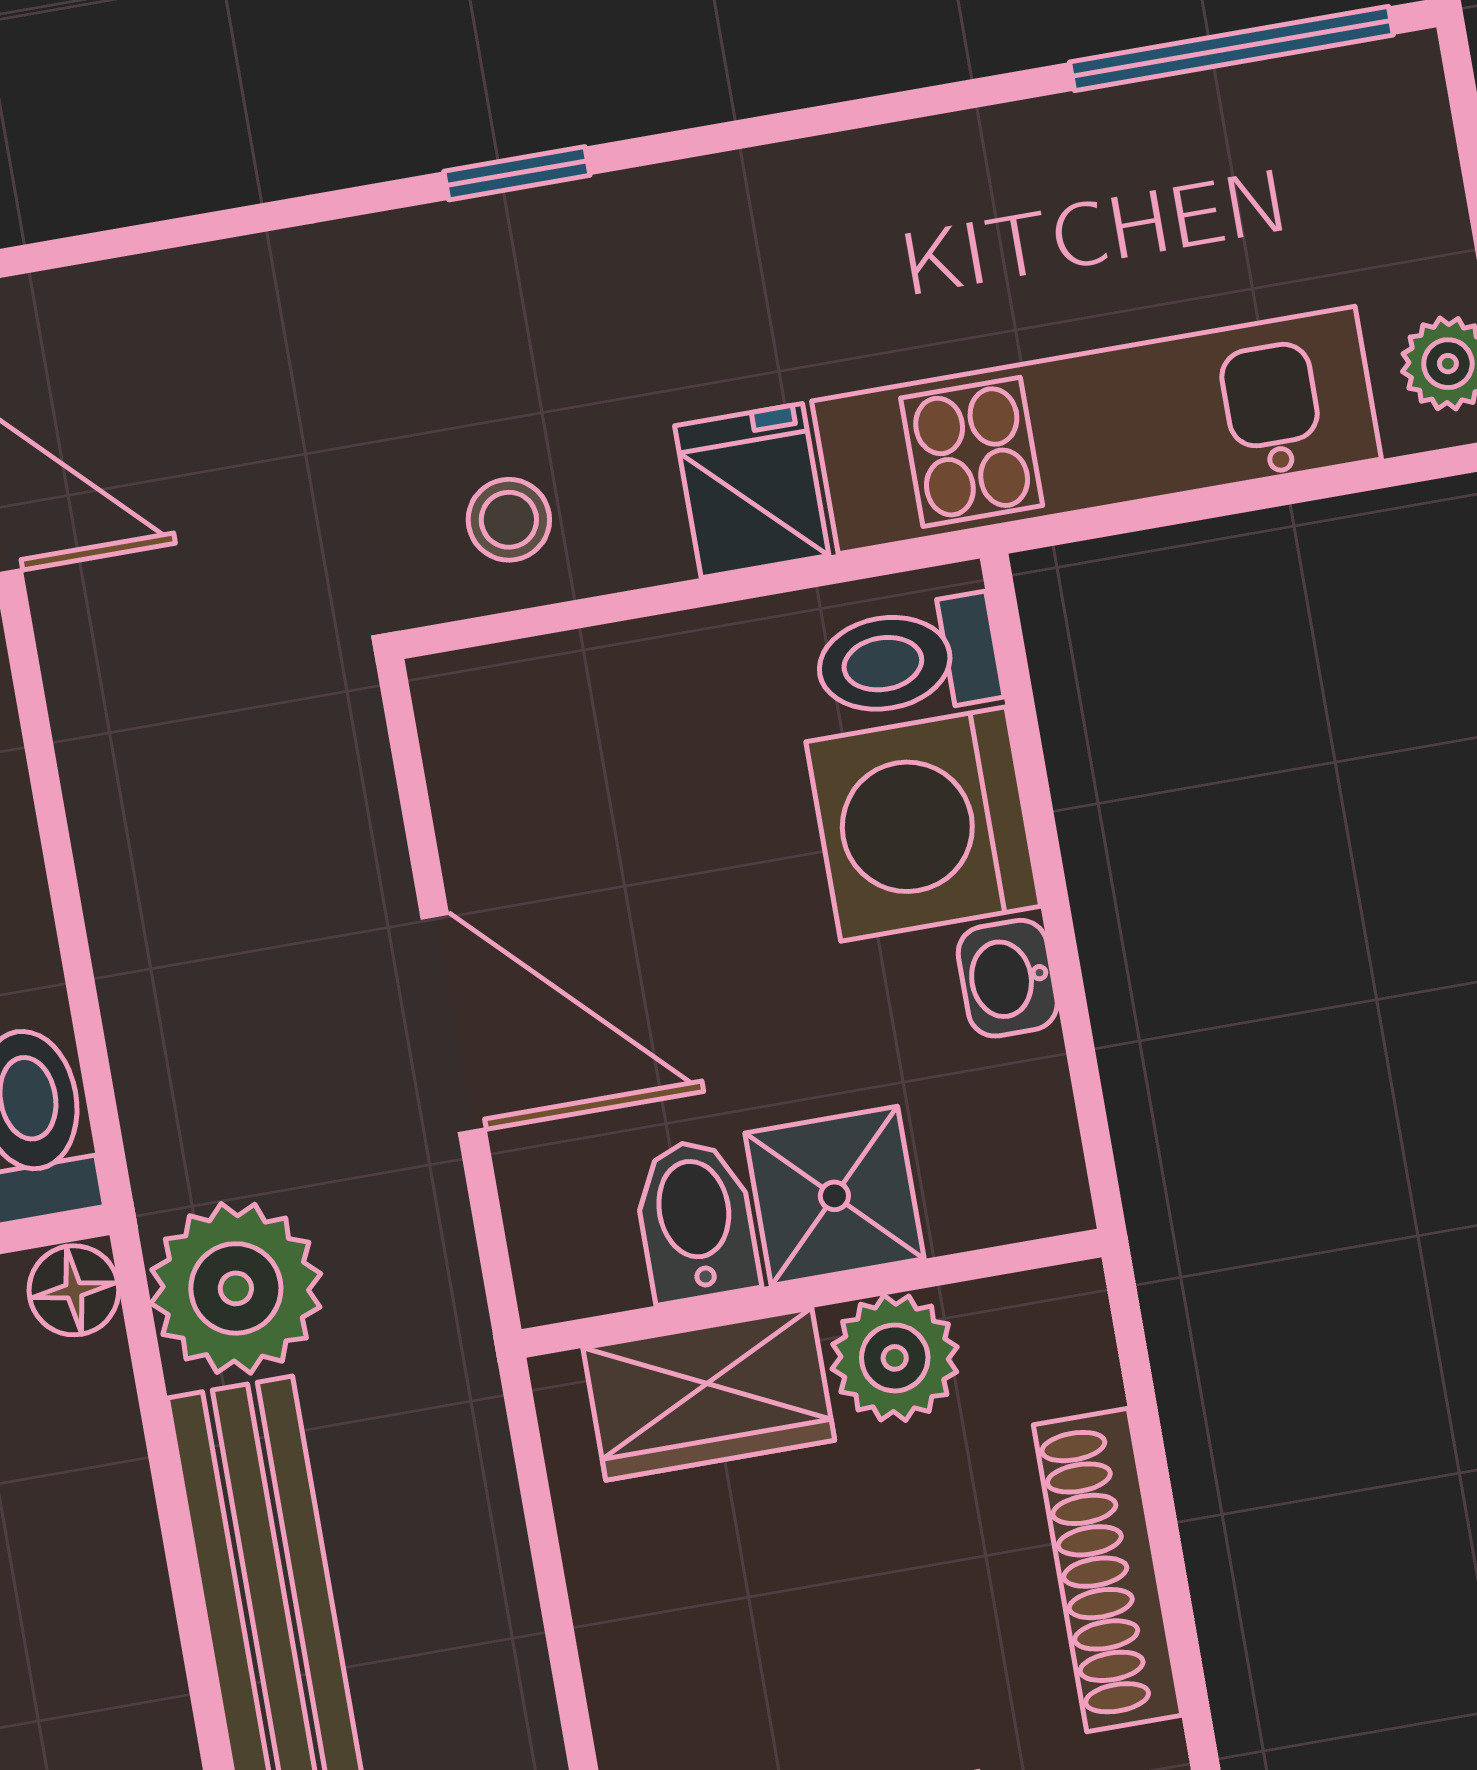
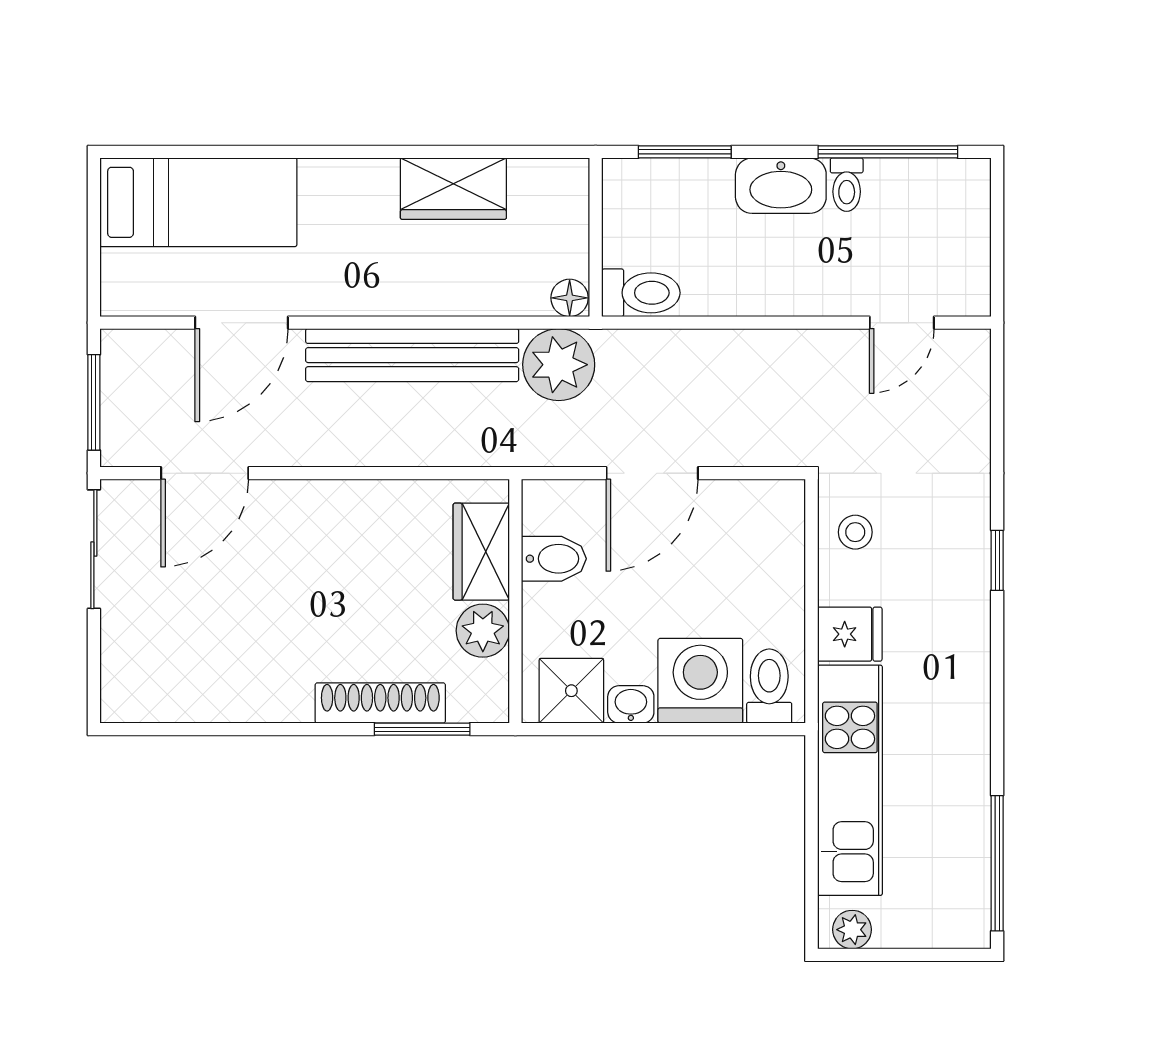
shower: (834, 1196) -> (571, 691), moved
window: (1152, 1461) -> (422, 729), added

